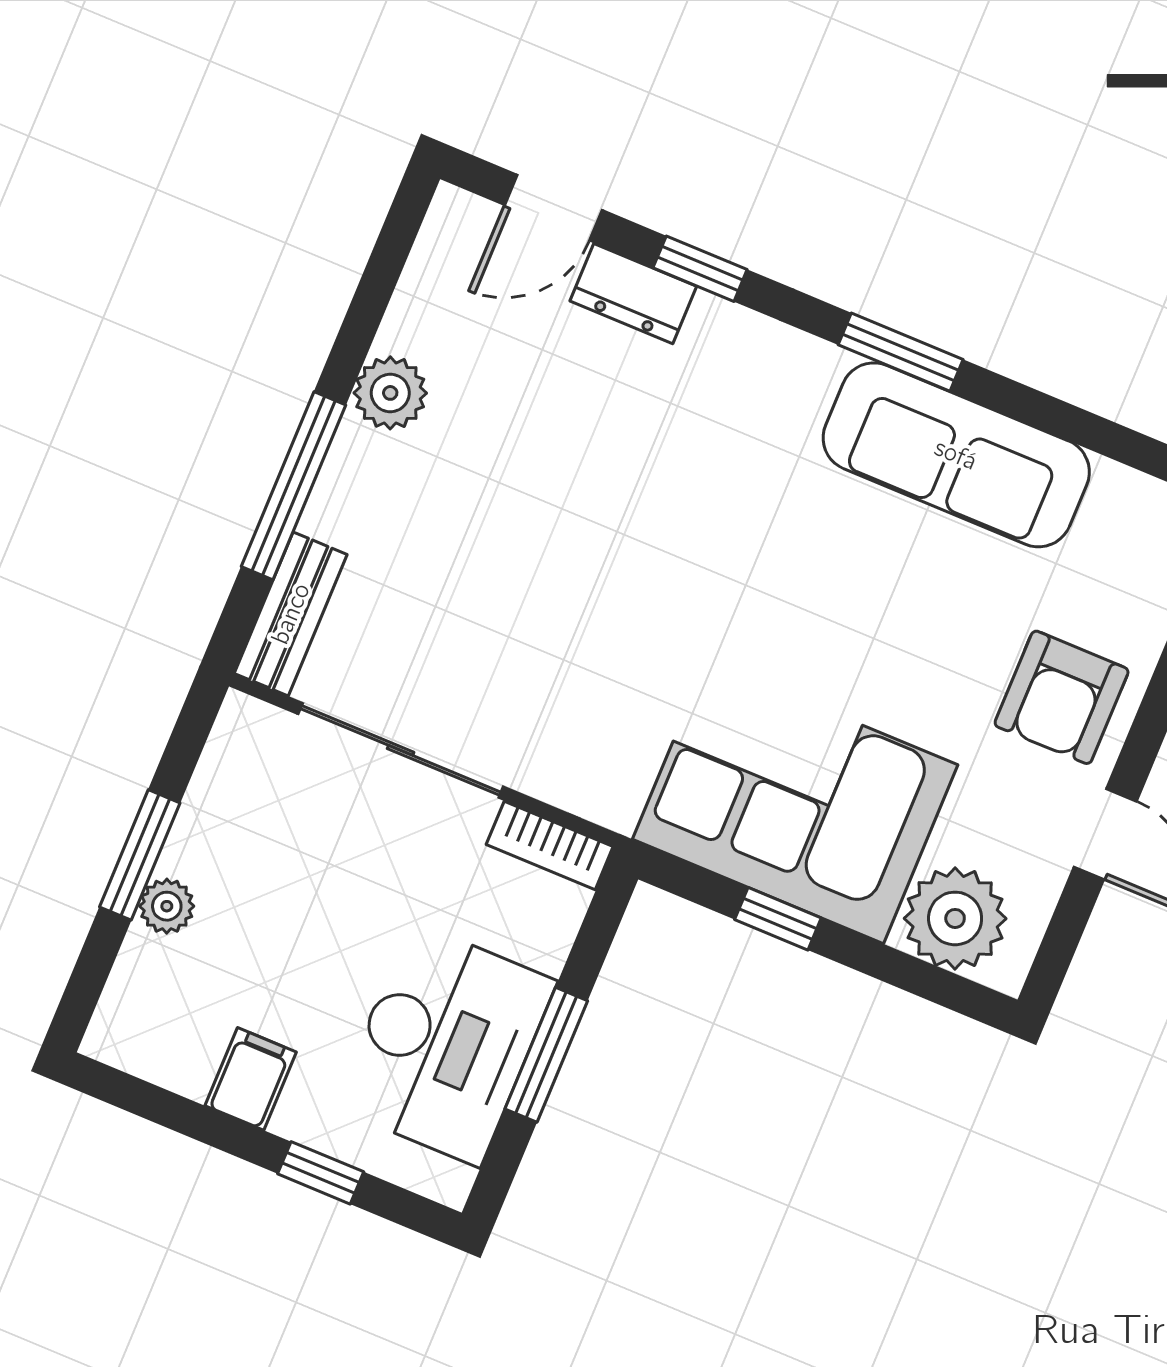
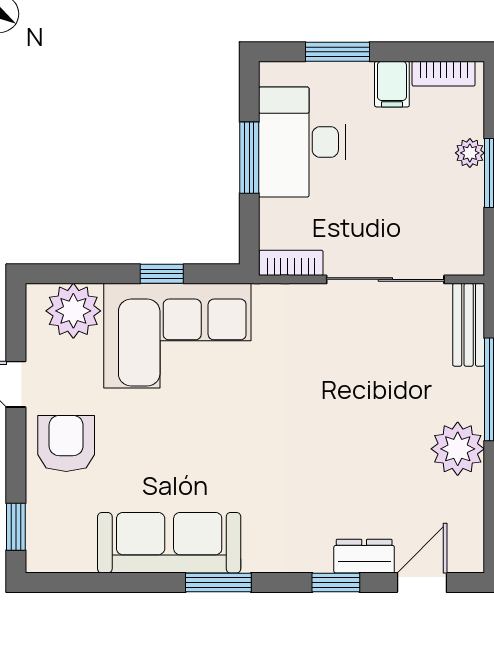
plant: (390, 393) -> (458, 449), width x1.36, depth x1.36
bookcase: (155, 1060) -> (444, 74), added
window: (321, 1173) -> (337, 52), width x1.50

